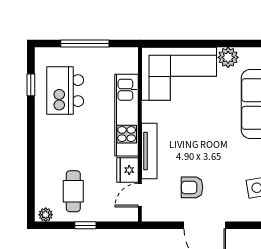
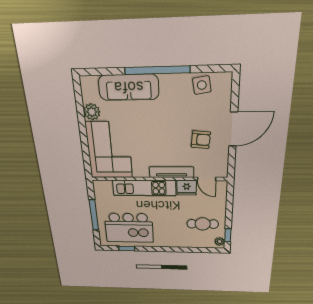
kitchen island: (65, 91) -> (129, 228), width x1.37, depth x1.28
armchair: (192, 187) -> (201, 140), turned -85
window: (85, 225) -> (228, 235), moved

